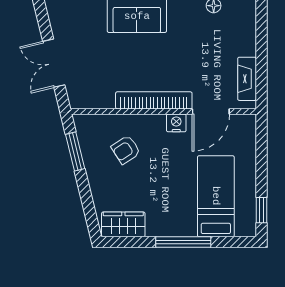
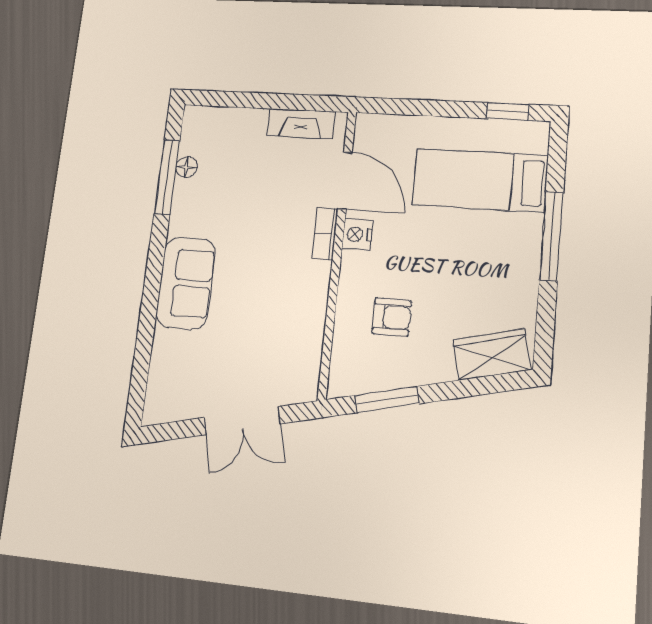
bookcase: (154, 100) -> (325, 233), width x0.43, depth x0.76
armchair: (126, 150) -> (392, 317), turned -57
wardrobe: (123, 224) -> (492, 354), moved, turned 76

